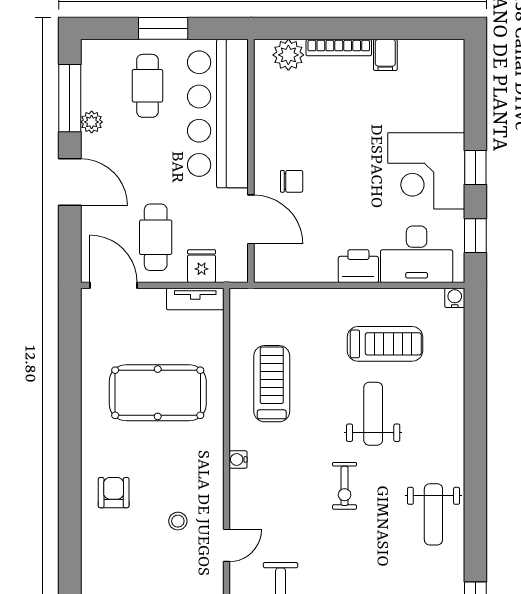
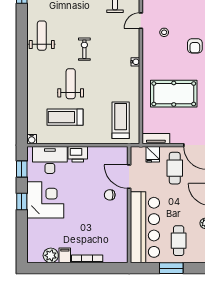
plant: (288, 55) -> (51, 255), moved
treadmill: (272, 384) -> (121, 120), moved, turned 180
weight bench: (373, 414) -> (71, 84), turned 180

